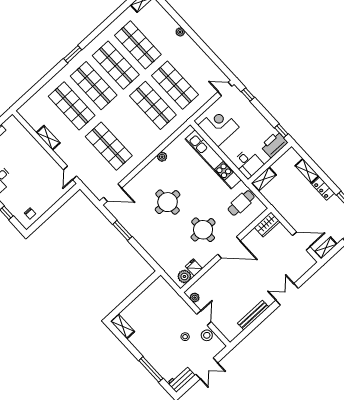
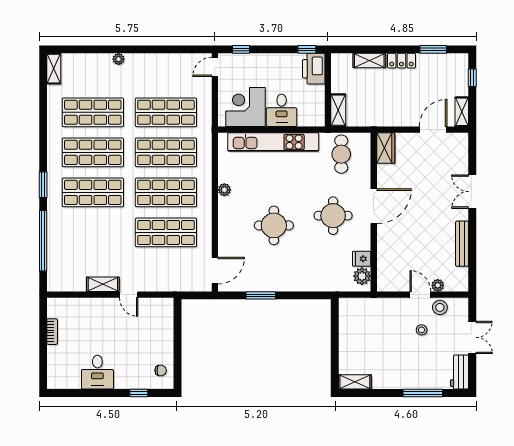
window: (42, 83) -> (43, 241), added
shop shelf: (72, 106) -> (166, 192), moved
desk: (248, 163) -> (282, 110), moved, turned 90
door: (70, 173) -> (129, 295), moved
plant: (195, 298) -> (438, 285), moved

